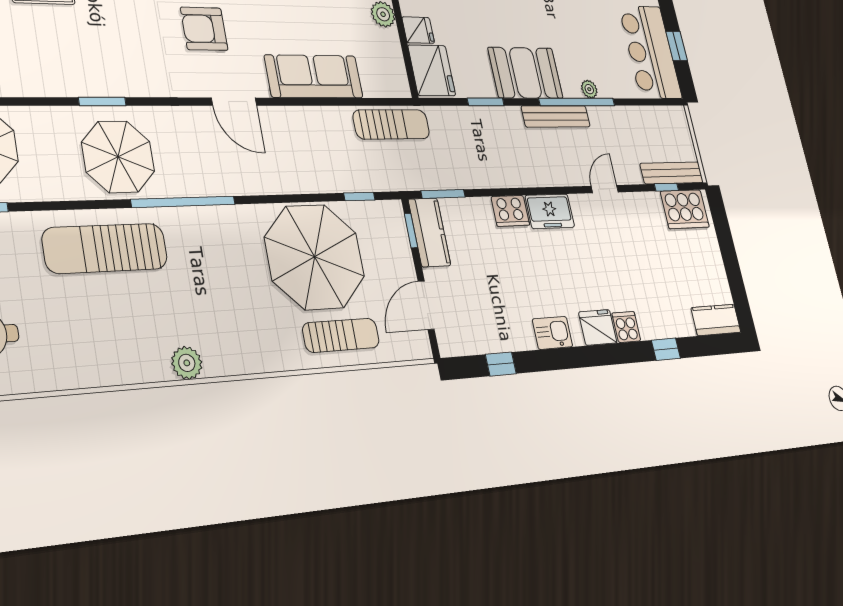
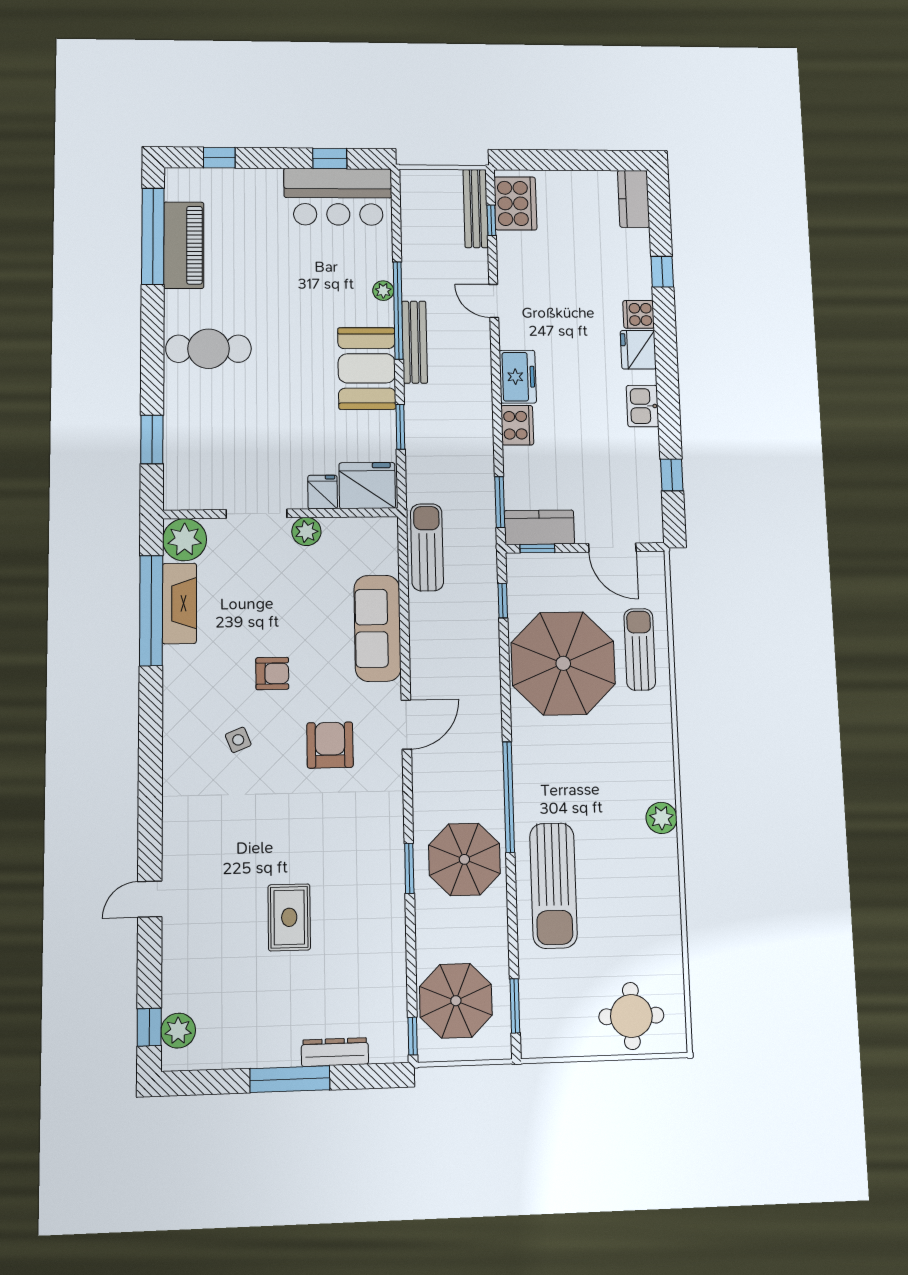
armchair: (204, 29) -> (330, 745), turned 180

